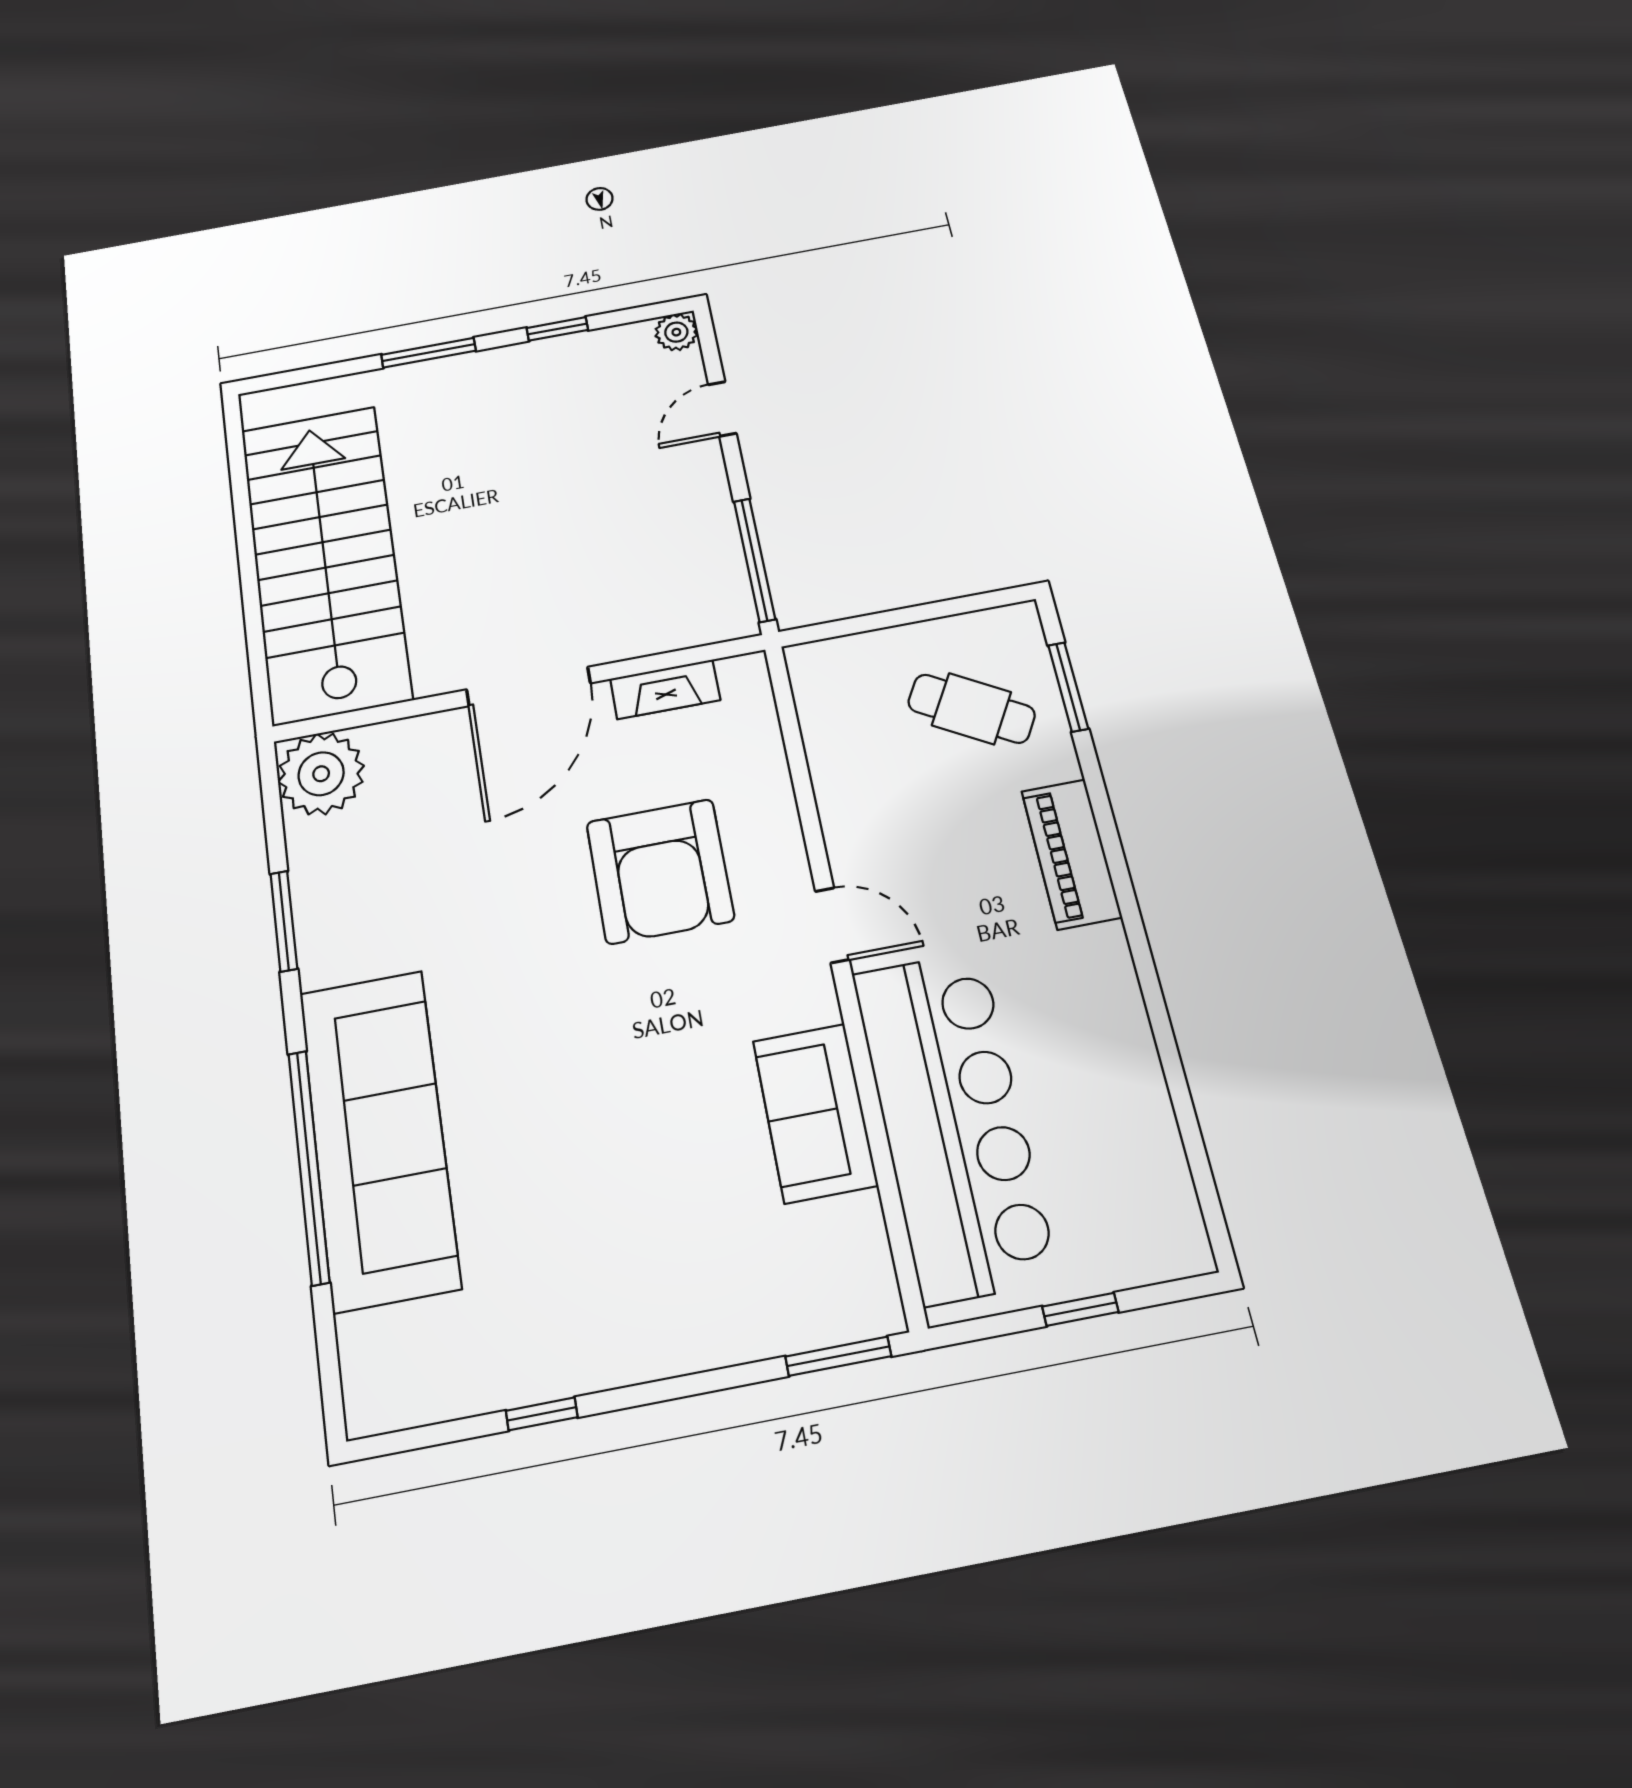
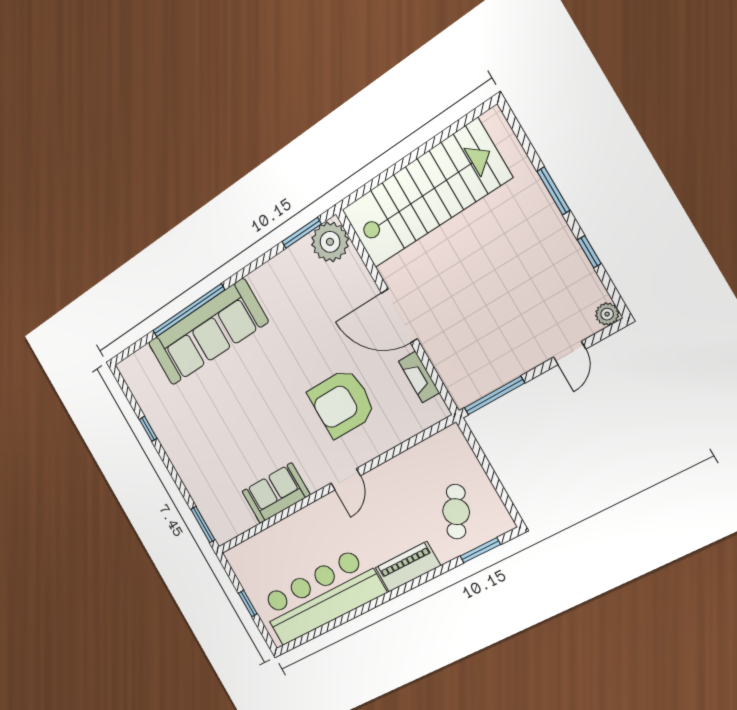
door: (722, 409) -> (570, 353), swing flipped
window: (284, 921) -> (302, 233), moved
bar counter: (953, 1123) -> (321, 596), moved, turned 180

